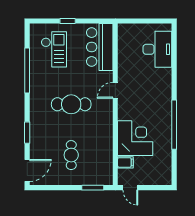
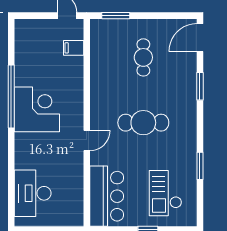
window: (27, 71) -> (200, 166), width x0.47
corner desk: (135, 138) -> (37, 109), moved, turned 180

